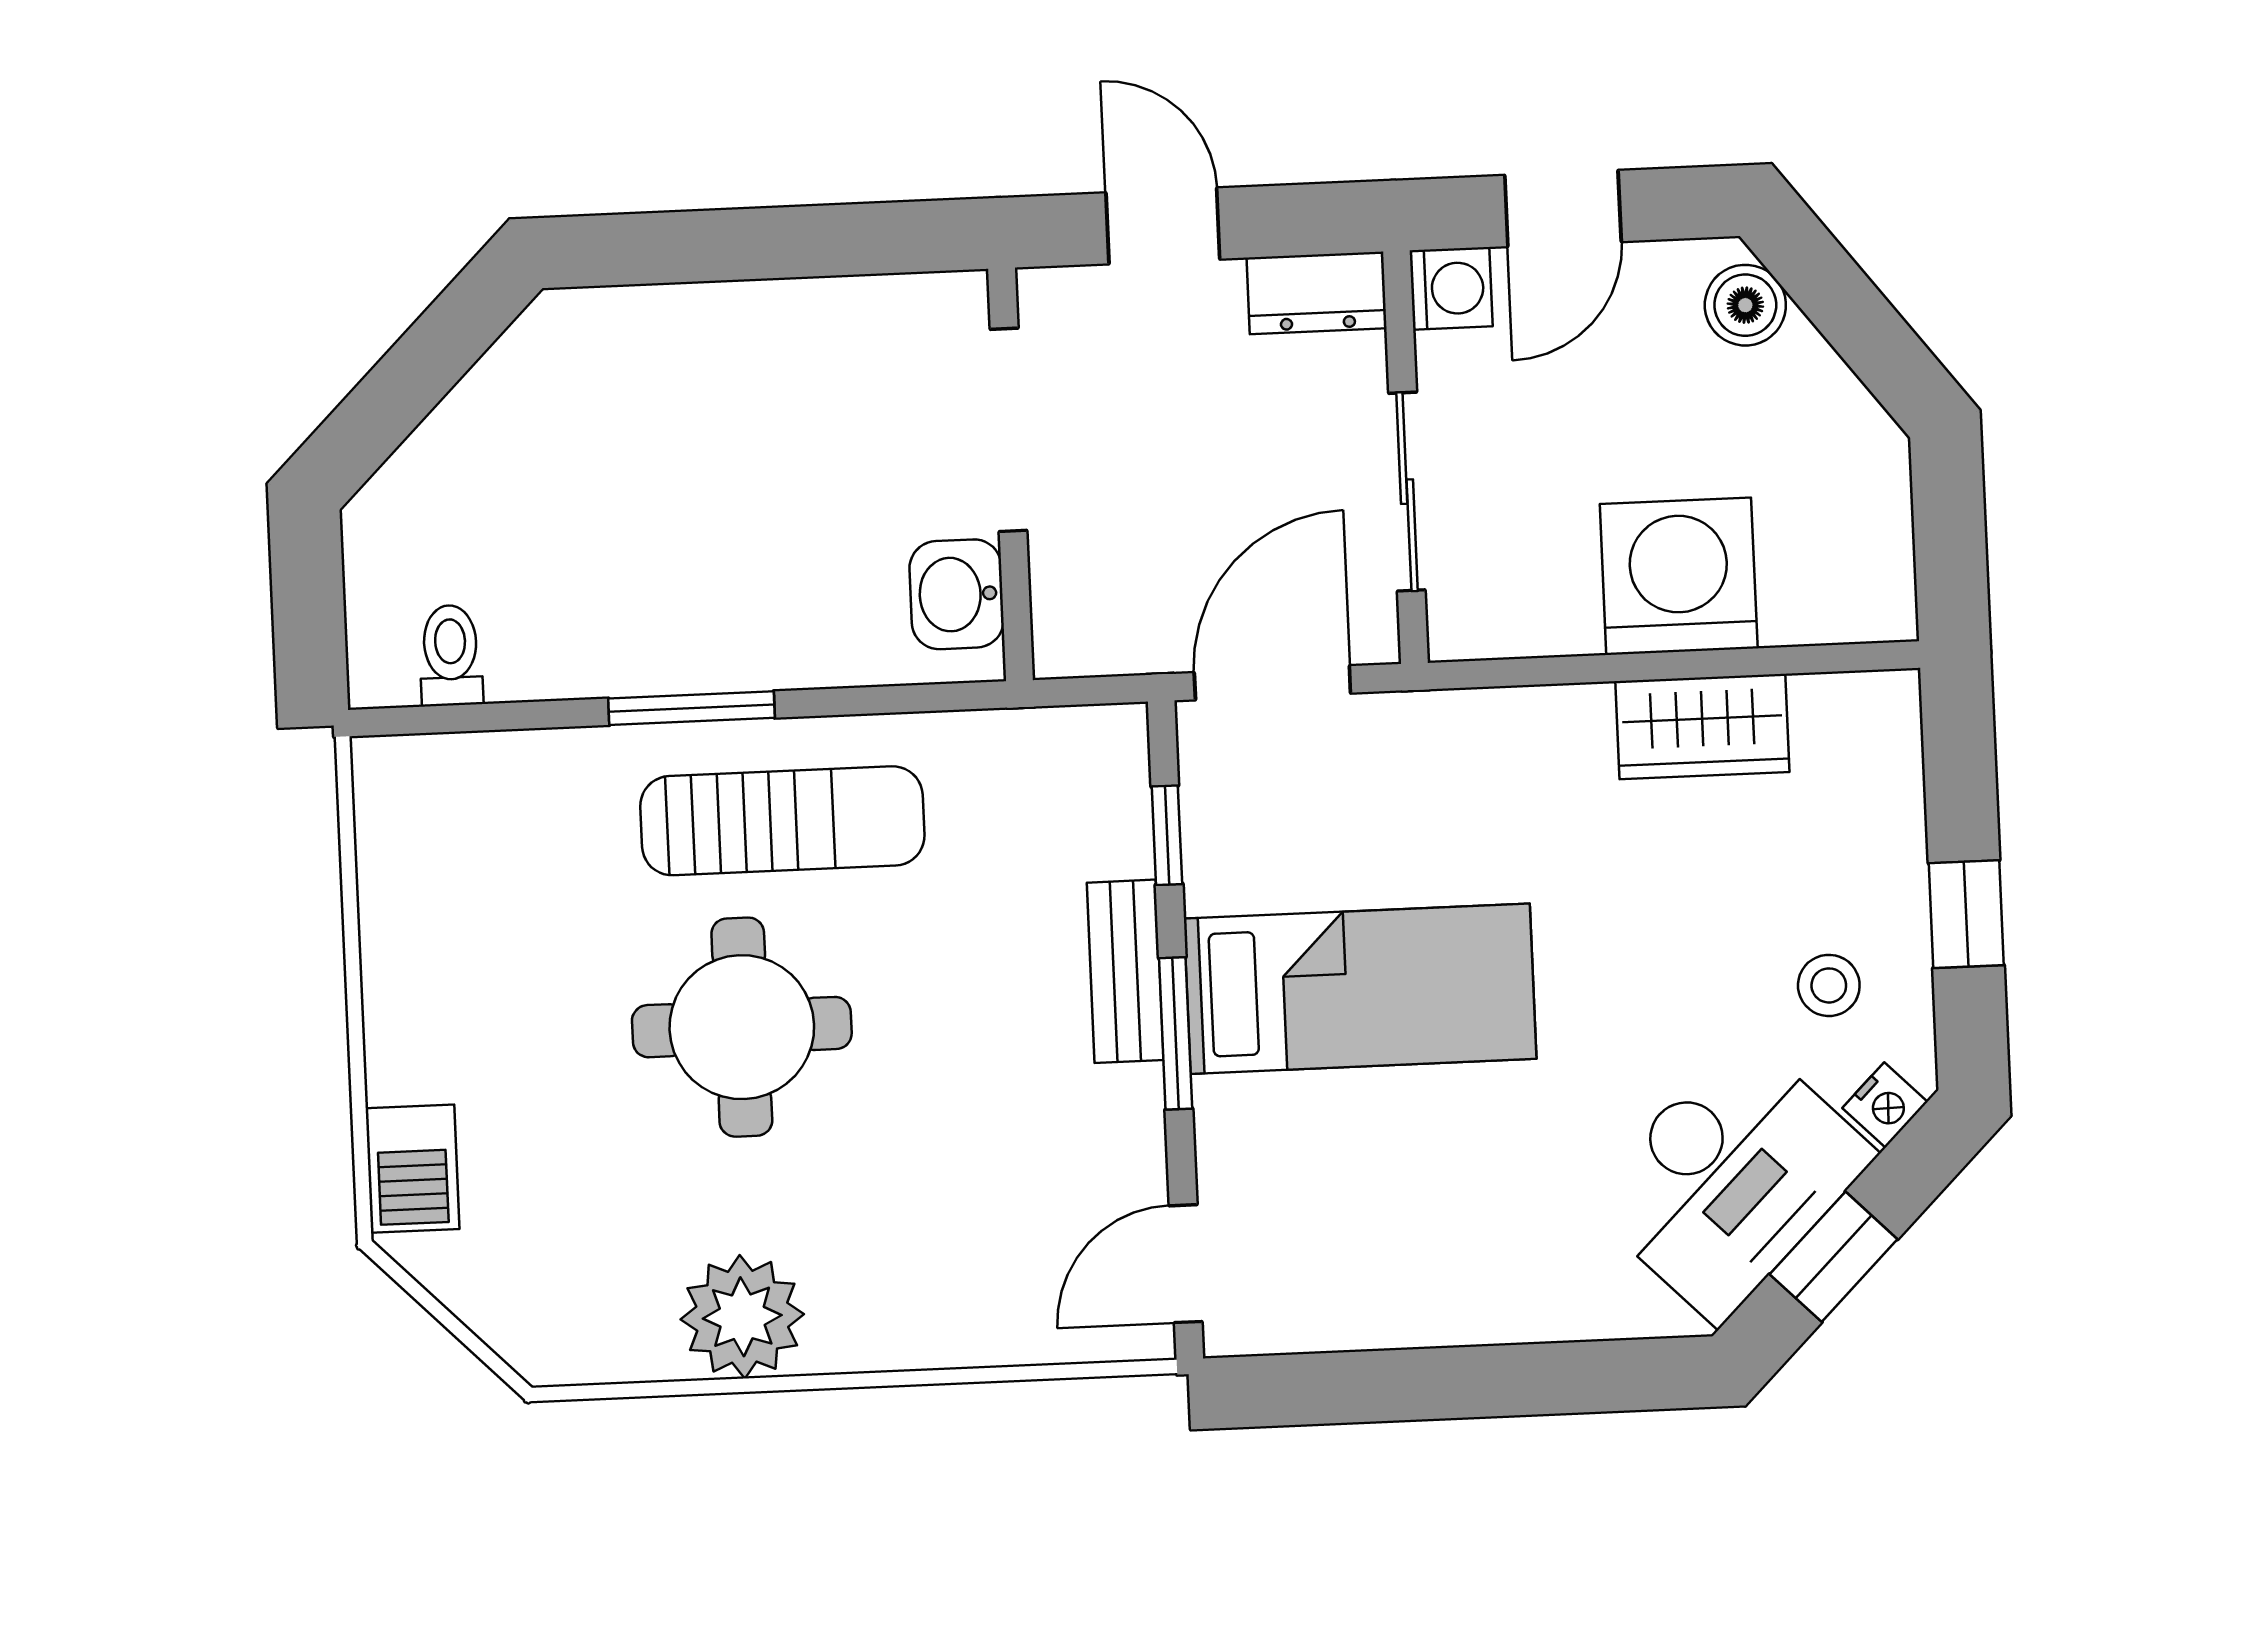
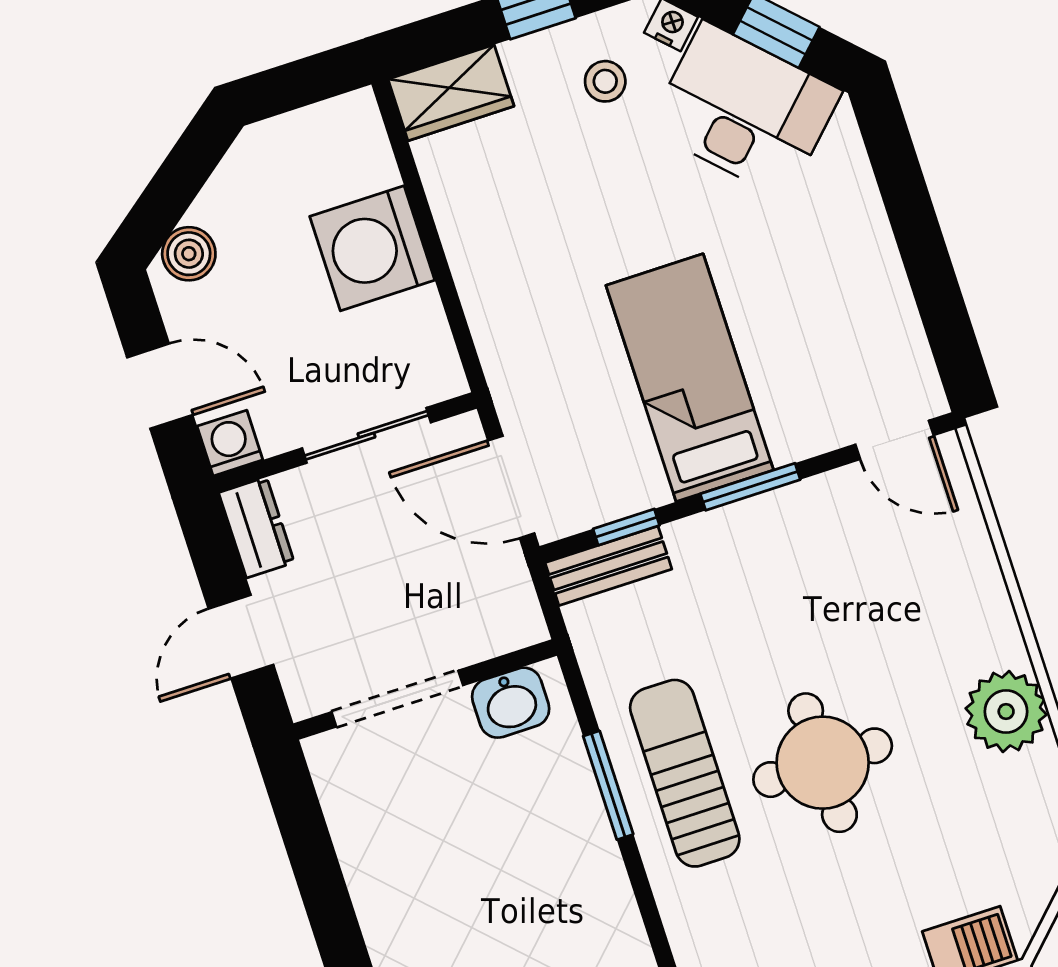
window: (692, 708) -> (608, 785), moved
wardrobe: (1702, 727) -> (451, 93), moved, turned 90
bench: (1125, 971) -> (608, 566), moved

